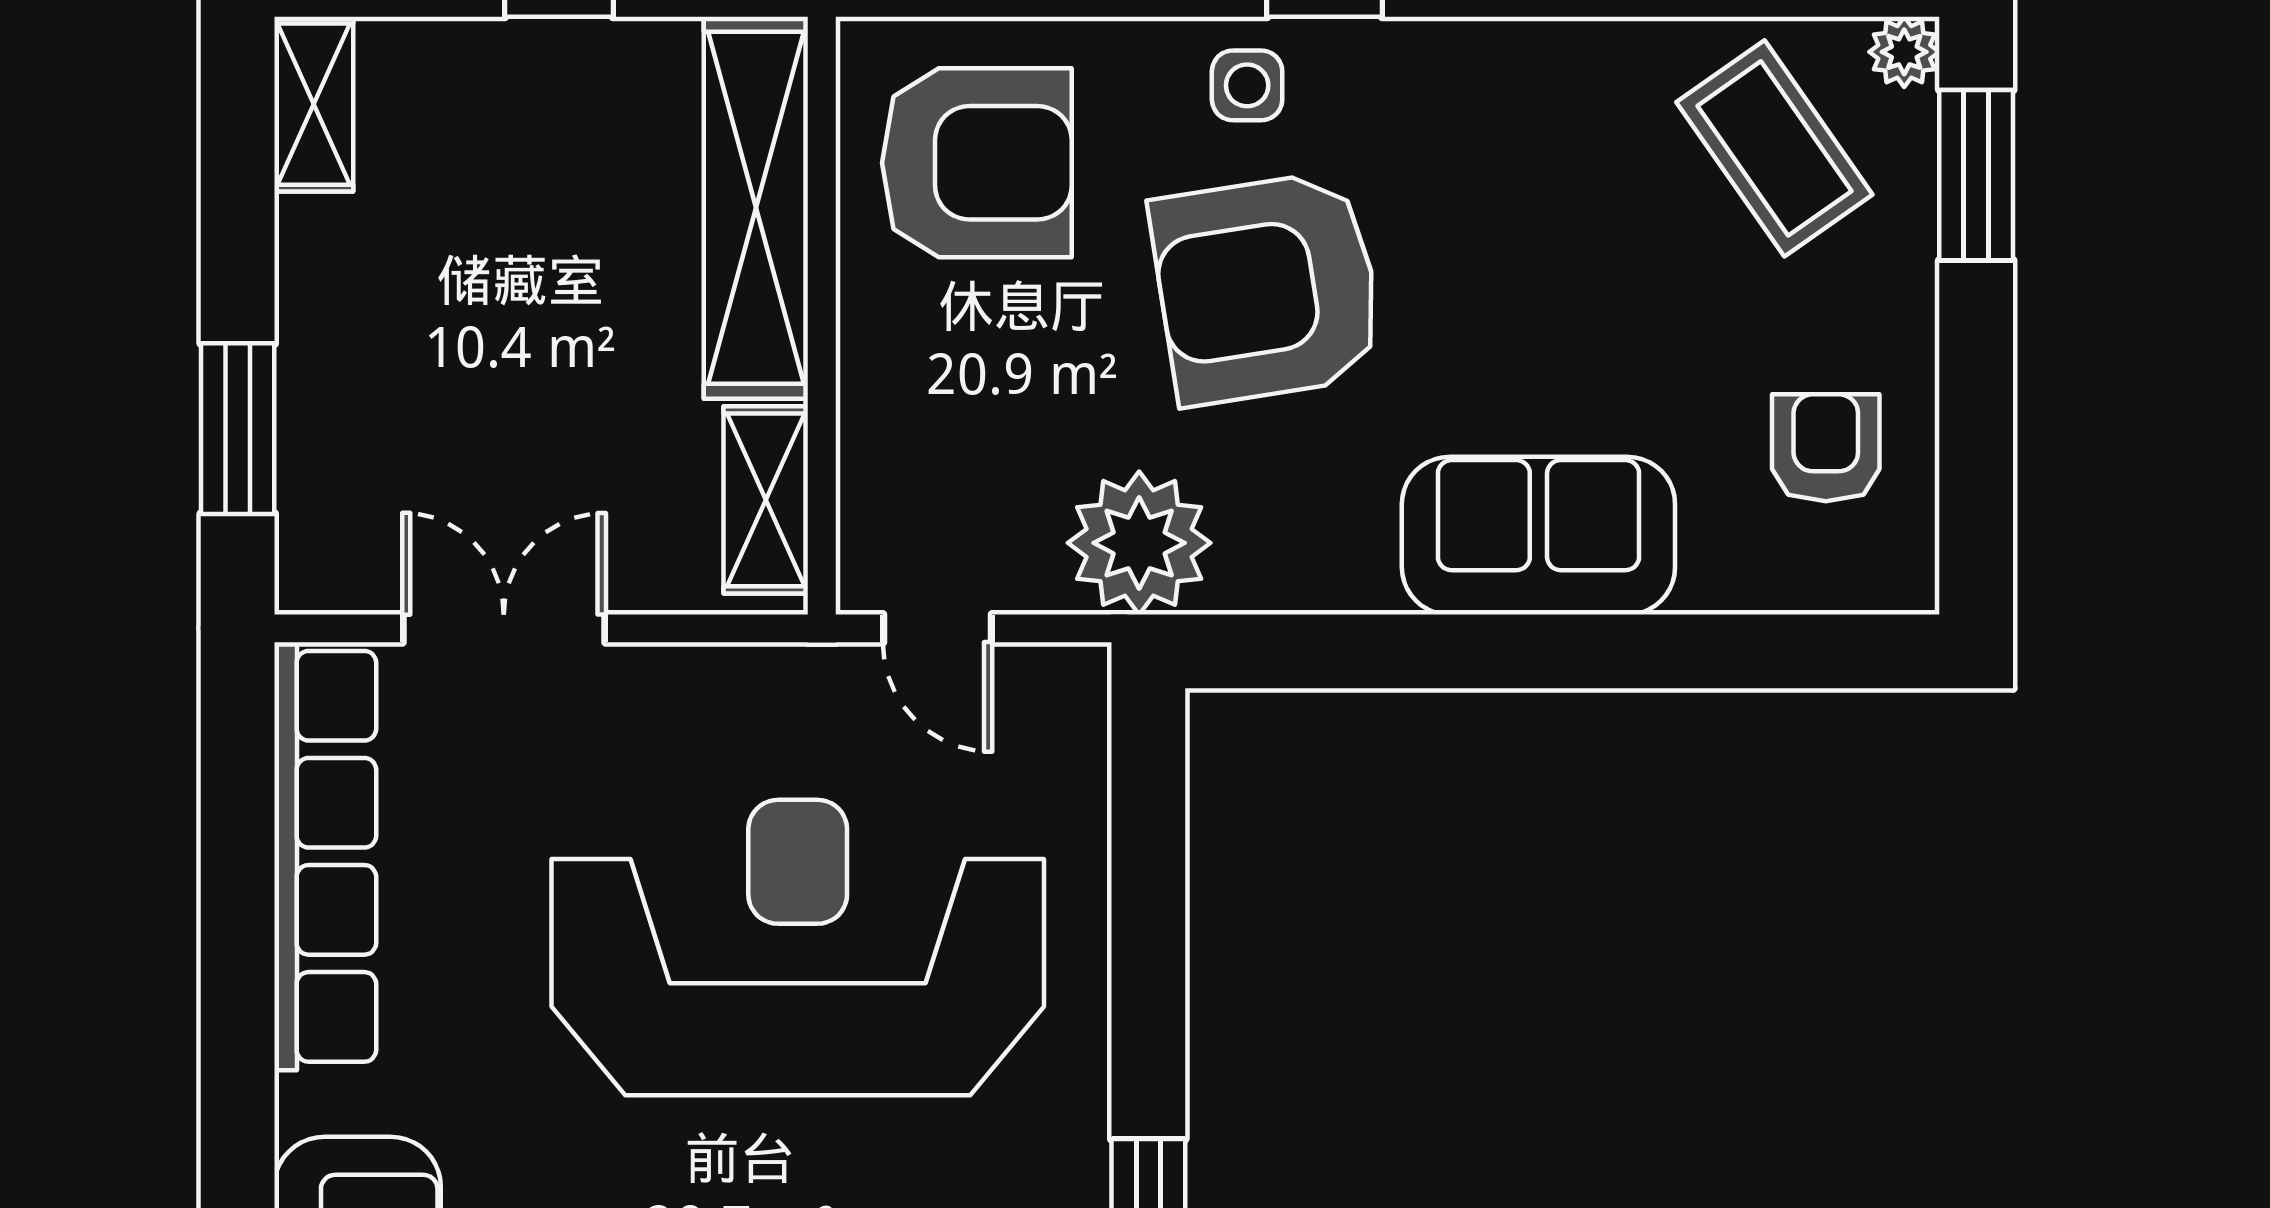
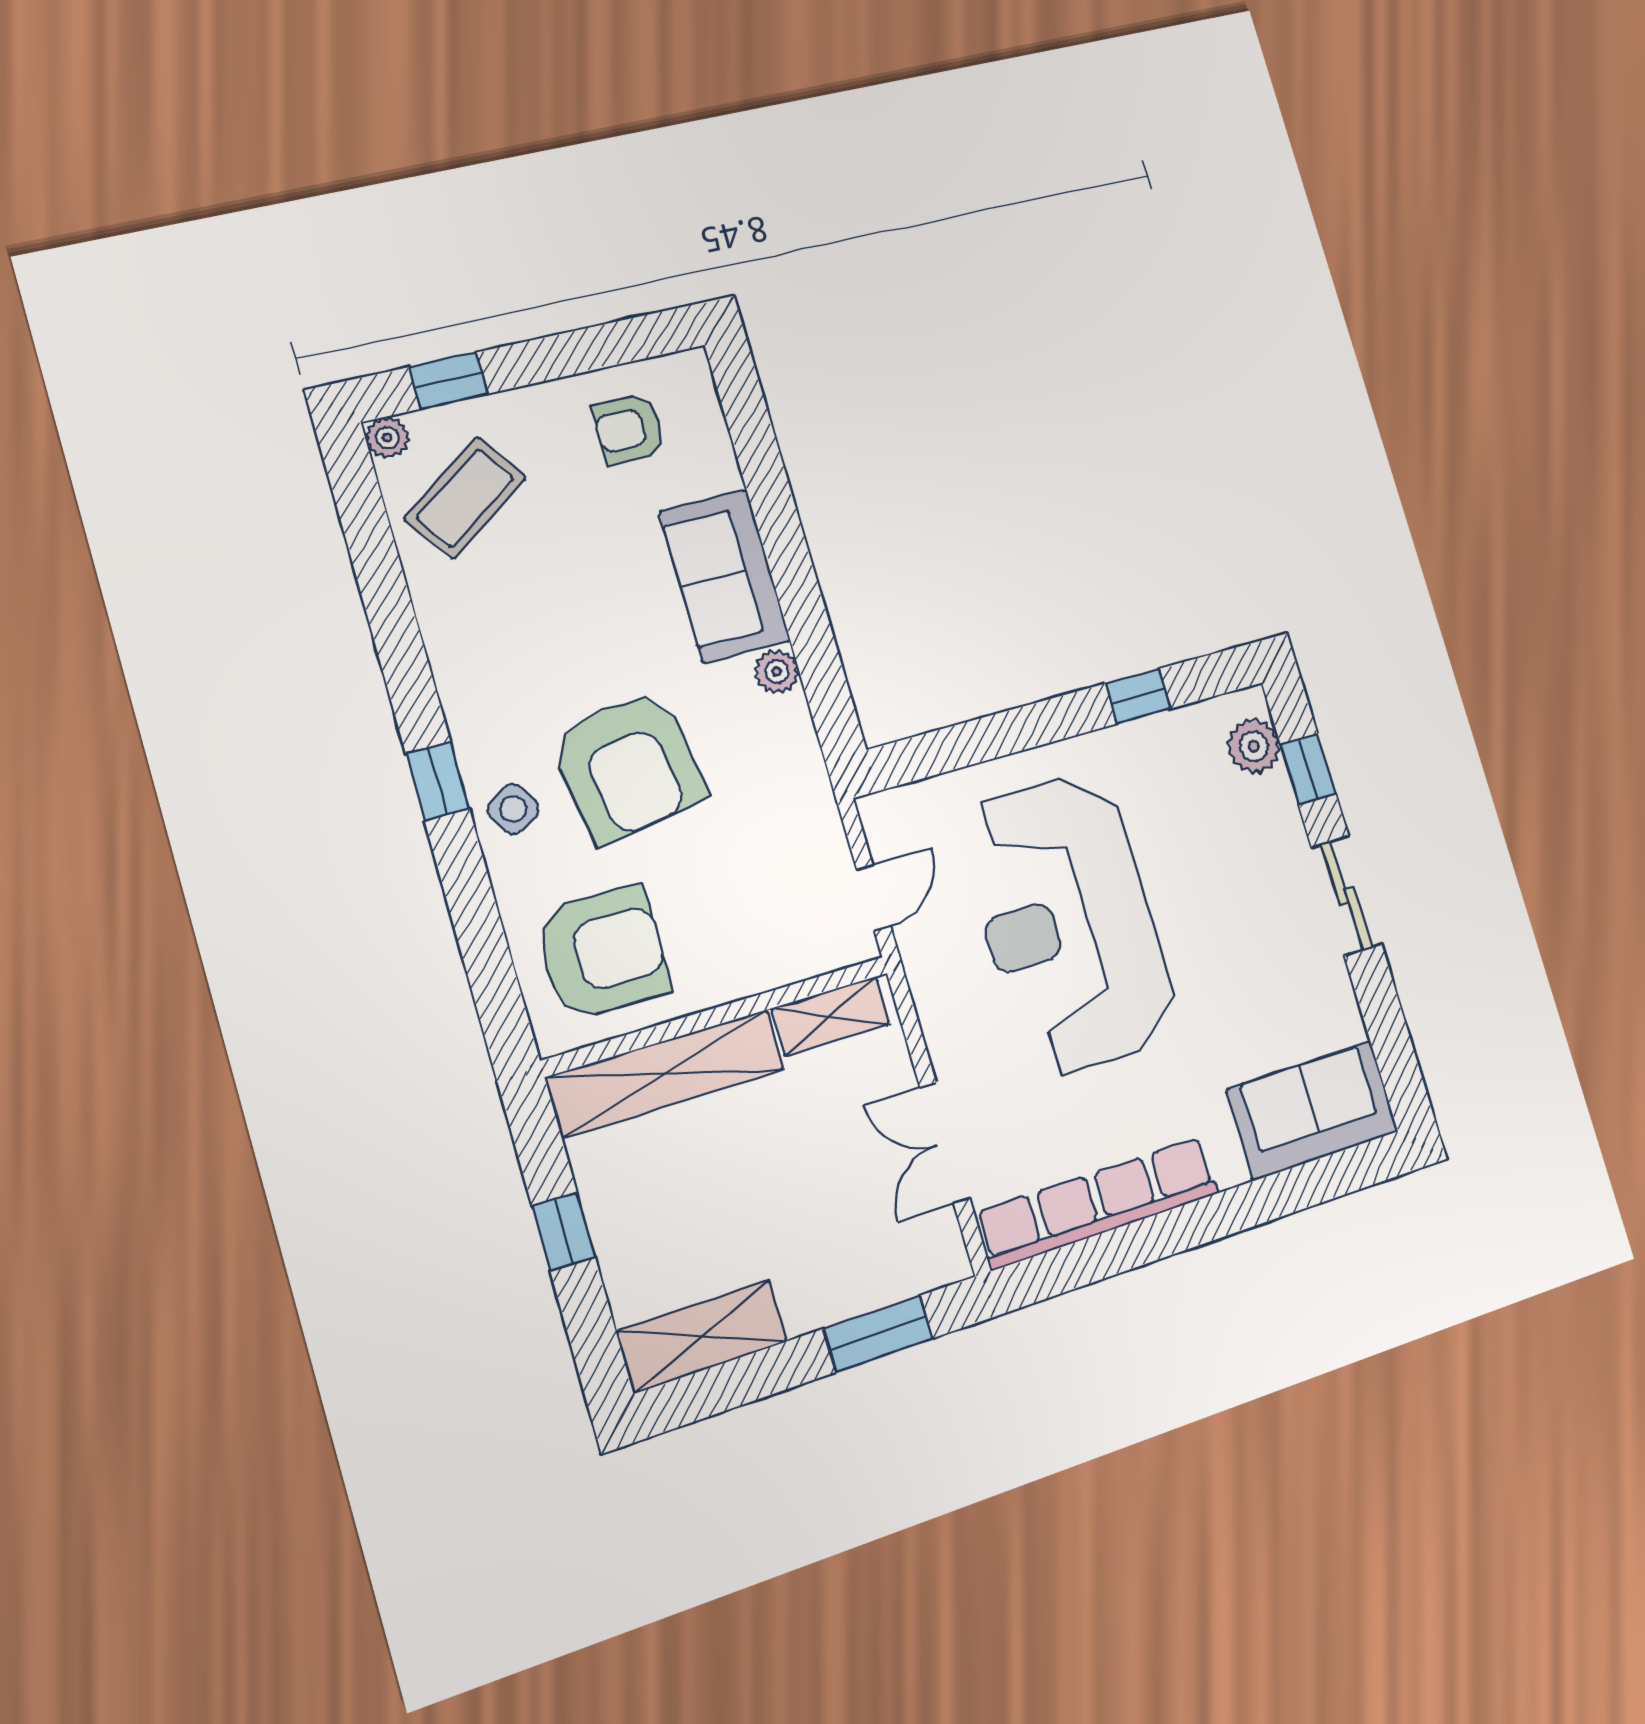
side table: (1247, 85) -> (513, 809), turned -30
shelving: (314, 104) -> (702, 1336), width x1.50, depth x1.33
armchair: (977, 163) -> (603, 953), turned 90
window: (1976, 175) -> (449, 381), width x0.67
plant: (1139, 543) -> (777, 671), moved, width x0.53, depth x0.53

